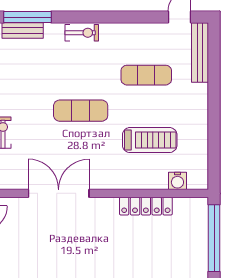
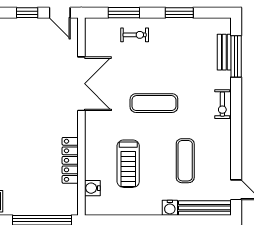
water cooler: (200, 93) -> (170, 208), added
exercise mat: (81, 111) -> (154, 103), turned 90

